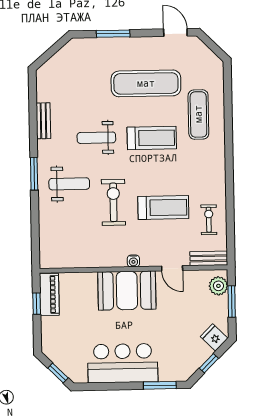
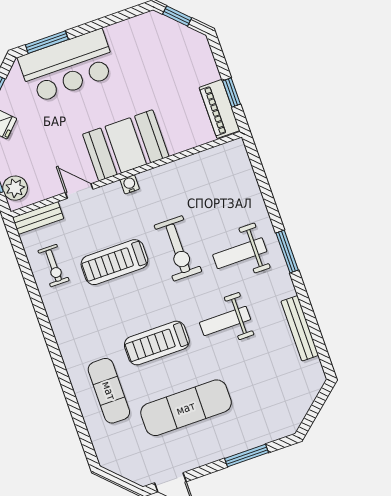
bench: (43, 121) -> (300, 328), width x1.36
weight bench: (96, 138) -> (225, 321), turned 180
bar counter: (123, 363) -> (68, 66), moved

